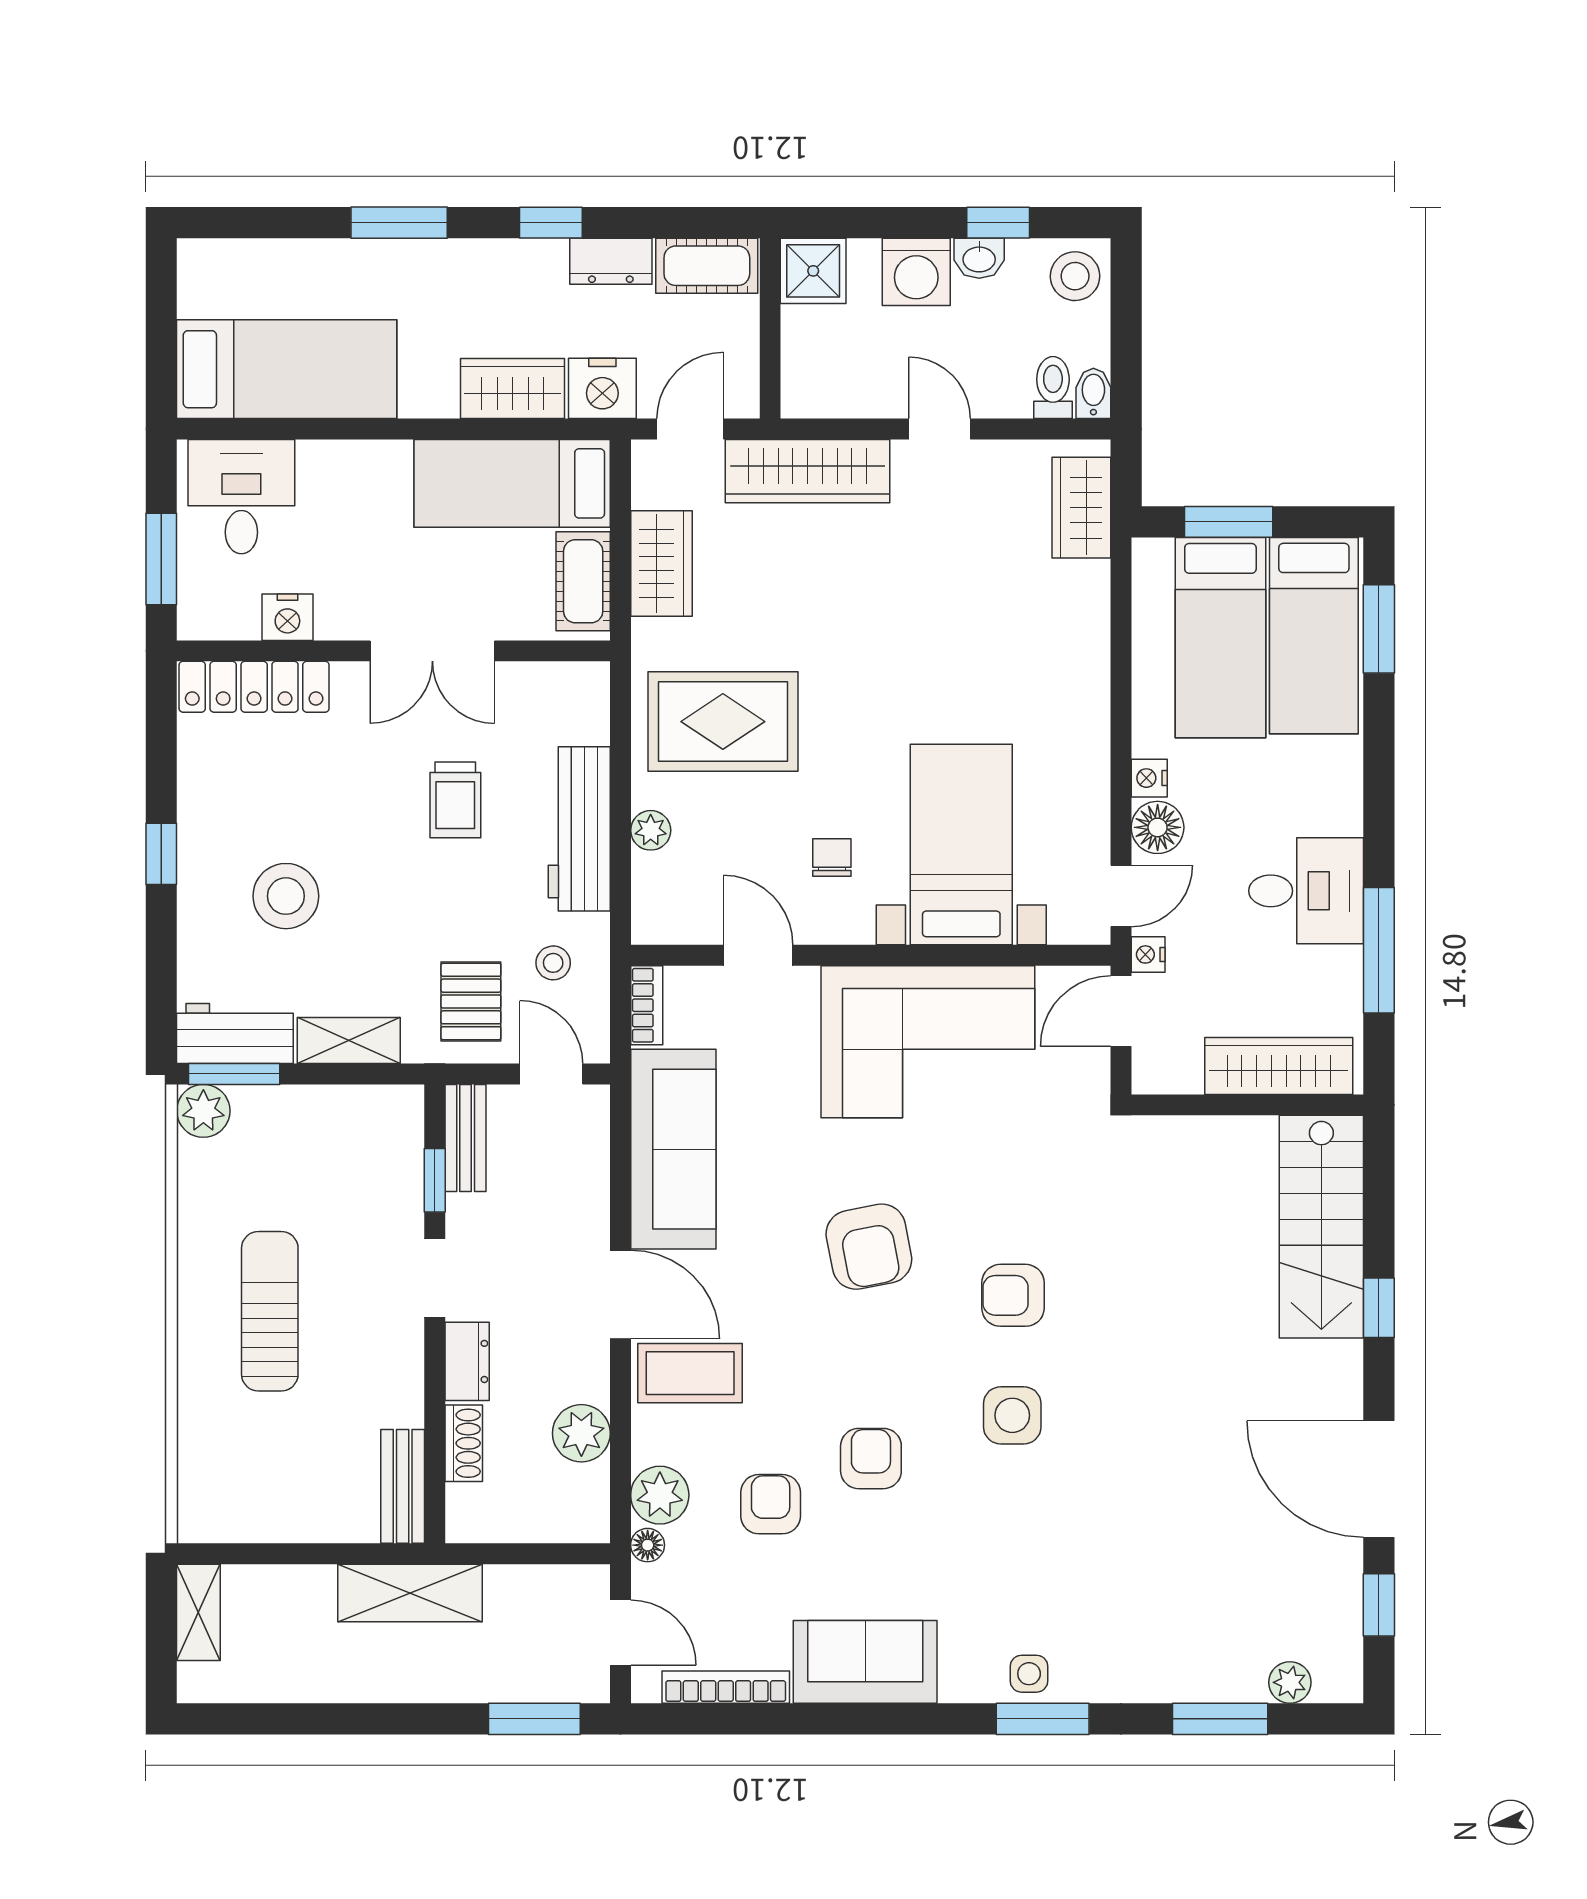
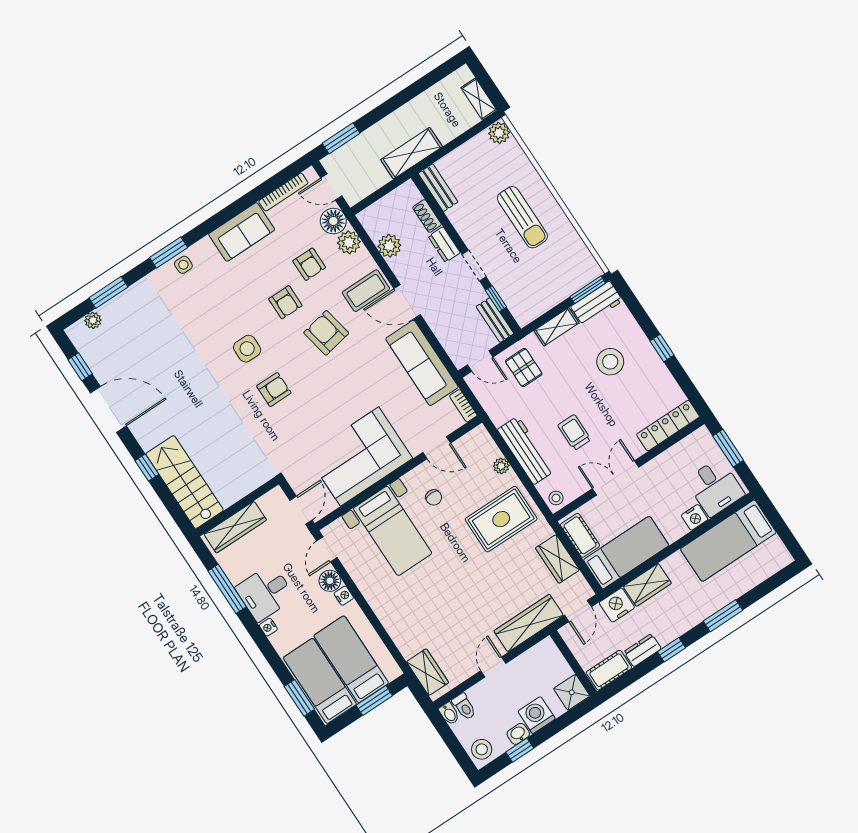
door: (940, 429) -> (493, 667), swing flipped
nightstand: (287, 617) -> (695, 517), moved, turned 180
nightstand: (1148, 954) -> (268, 627), moved, turned 180
stool: (553, 963) -> (556, 498), moved
plant: (203, 1111) -> (499, 133), moved
armchair: (869, 1247) -> (326, 333), moved
floor lamp: (648, 1545) -> (333, 221), width x1.89, depth x1.89

